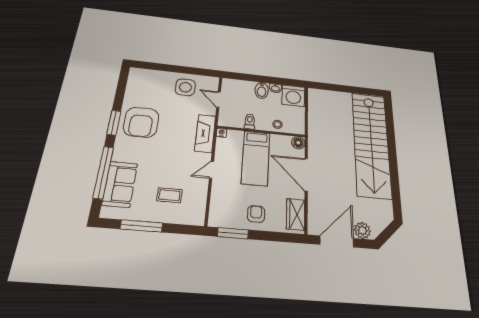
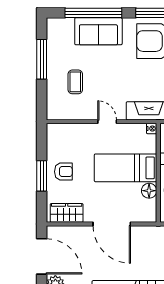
floor lamp: (298, 143) -> (149, 191), moved
door: (306, 175) -> (112, 224), swing flipped
sofa: (120, 184) -> (98, 31), moved
window: (233, 233) -> (42, 176), moved

